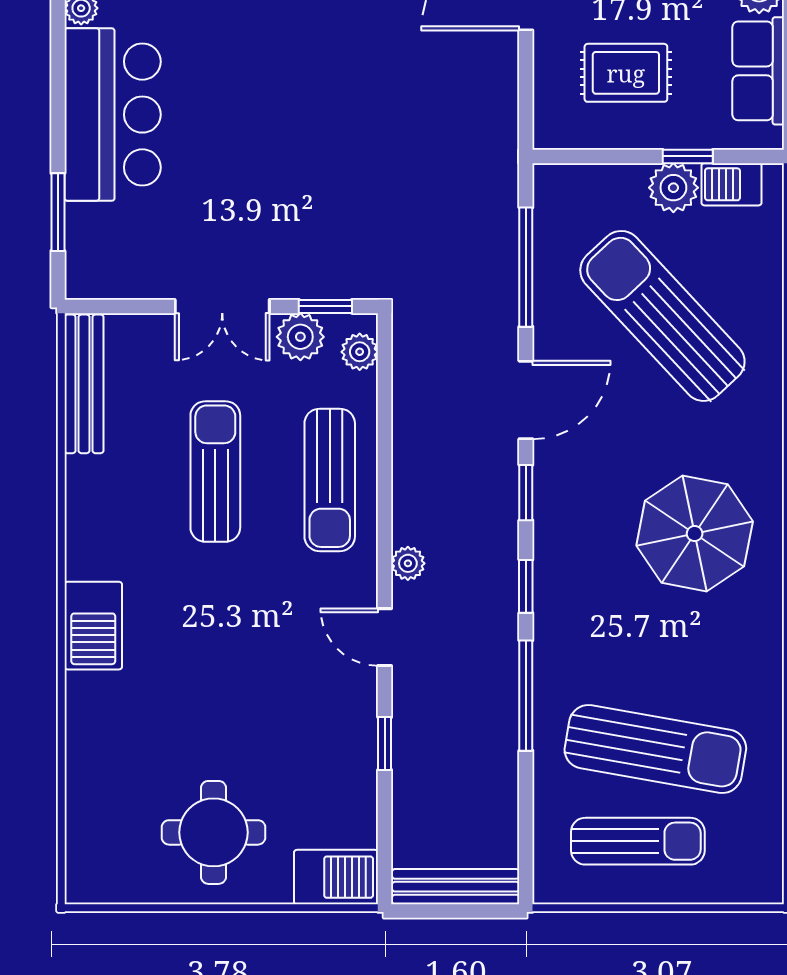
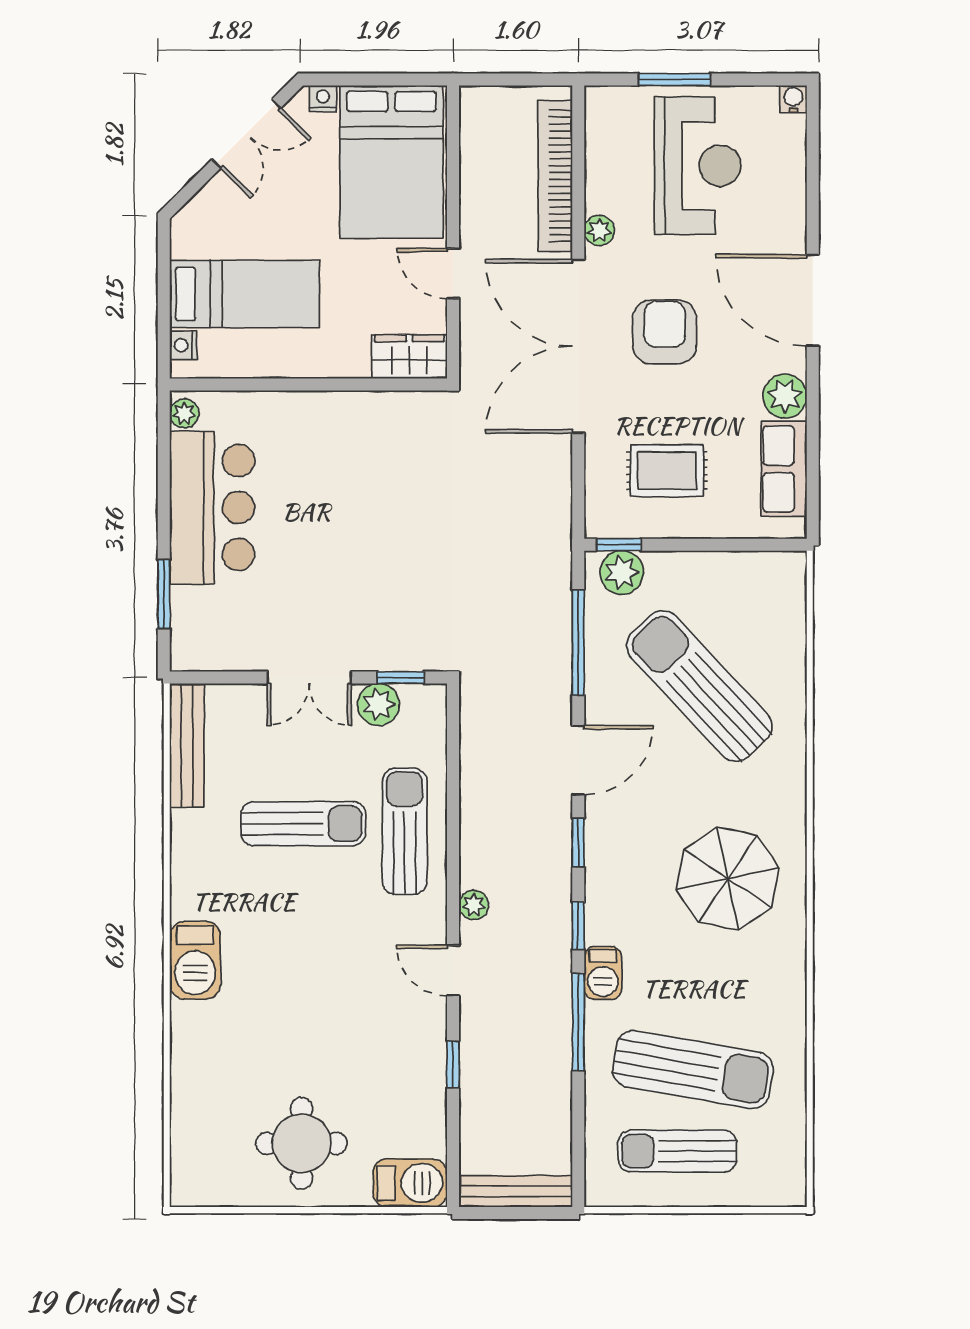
window: (688, 156) -> (619, 545), moved
barbecue: (732, 184) -> (603, 973), moved, turned -90
plant: (673, 188) -> (622, 572), moved
plant: (360, 352) -> (431, 718), removed
sun lounger: (215, 472) -> (303, 824), turned 90
sun lounger: (330, 480) -> (405, 831), turned 180
sun lounger: (638, 841) -> (677, 1151), turned 180

